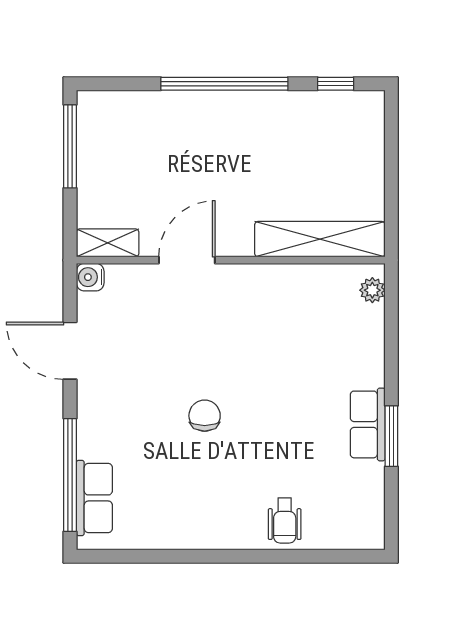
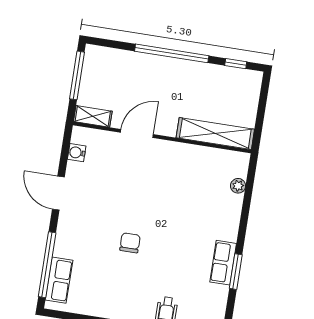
shelving: (320, 239) -> (215, 134), moved
shelving: (108, 243) -> (93, 116), moved
door: (187, 260) -> (137, 133), moved
wall: (231, 260) -> (162, 137), moved

